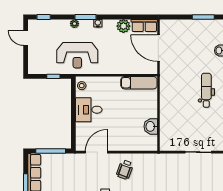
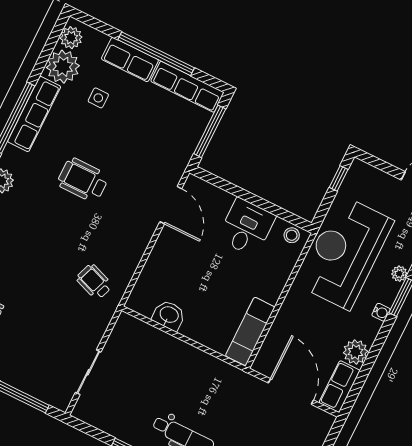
door: (158, 48) -> (291, 392), hinge flipped
reception desk: (77, 55) -> (345, 253), width x1.36, depth x1.30
window: (53, 76) -> (339, 178), moved
wheelchair: (125, 170) -> (94, 282), moved

